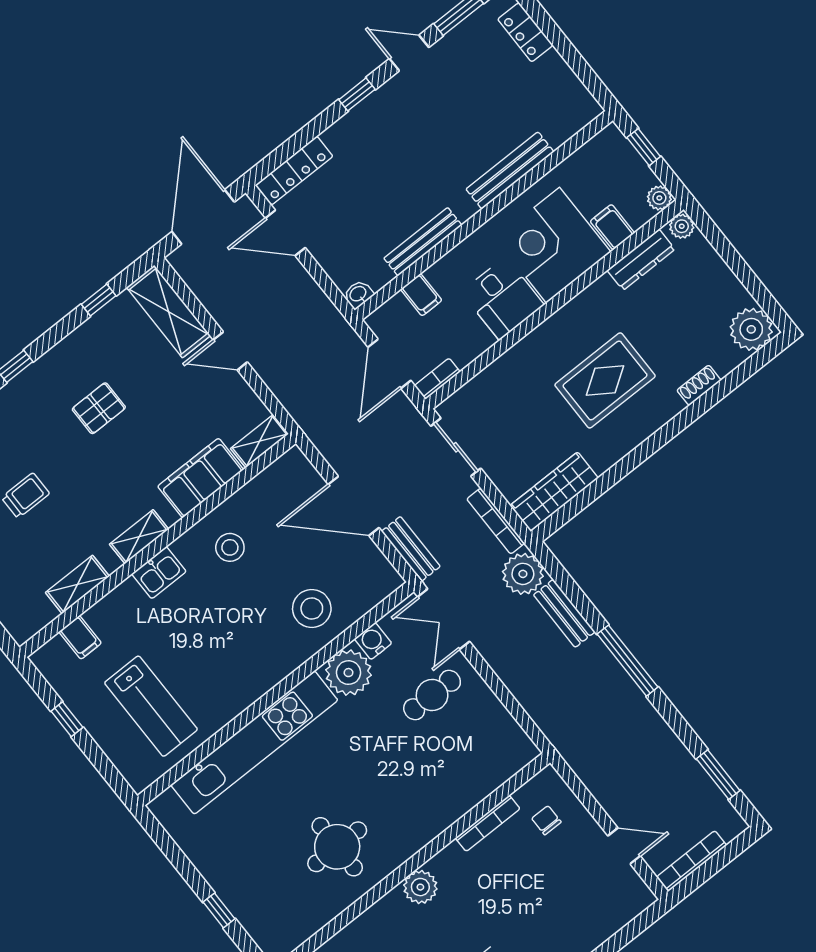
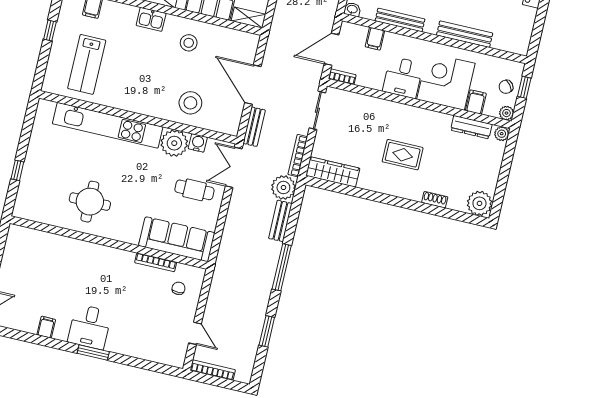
chair: (624, 171) -> (506, 87), added
rug: (605, 380) -> (403, 155), width x0.73, depth x0.70
sofa: (479, 771) -> (177, 239), added
window: (718, 775) -> (267, 331), moved
plant: (420, 887) -> (102, 255), removed

